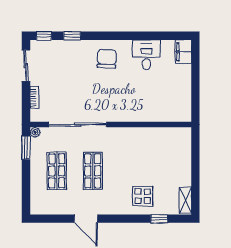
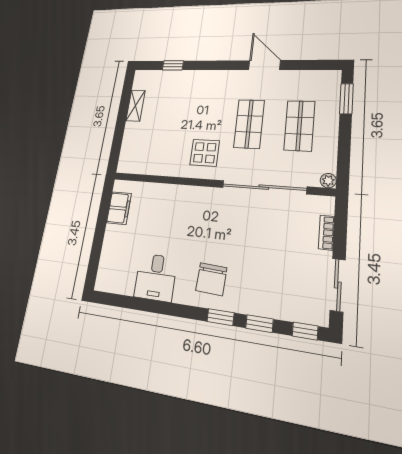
window: (98, 36) -> (221, 317), added
filing cabinet: (184, 52) -> (119, 208), moved
window: (26, 148) -> (346, 99), moved
display table: (143, 196) -> (205, 153), moved
shelving: (185, 200) -> (136, 106), moved

